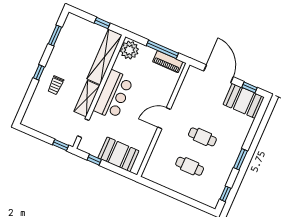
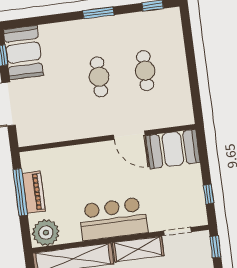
piano: (168, 62) -> (34, 192), moved
door: (164, 118) -> (129, 135), moved
booth: (118, 154) -> (173, 149), moved, turned 90

